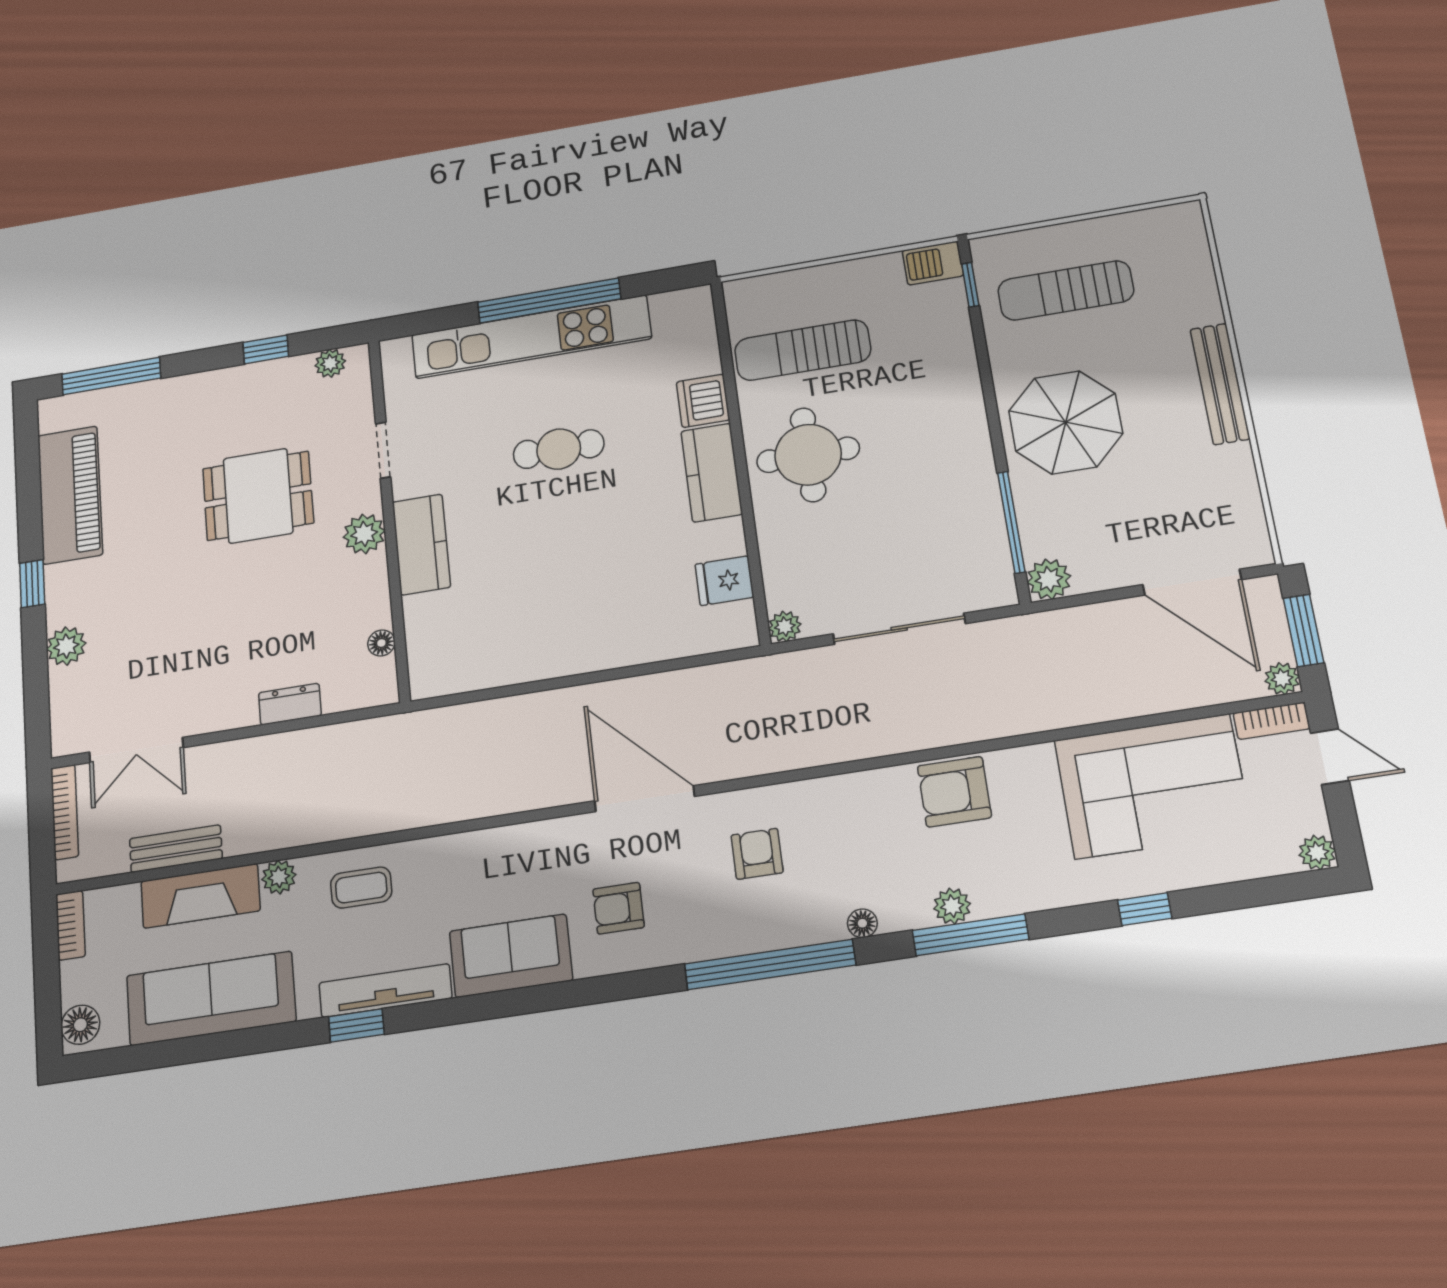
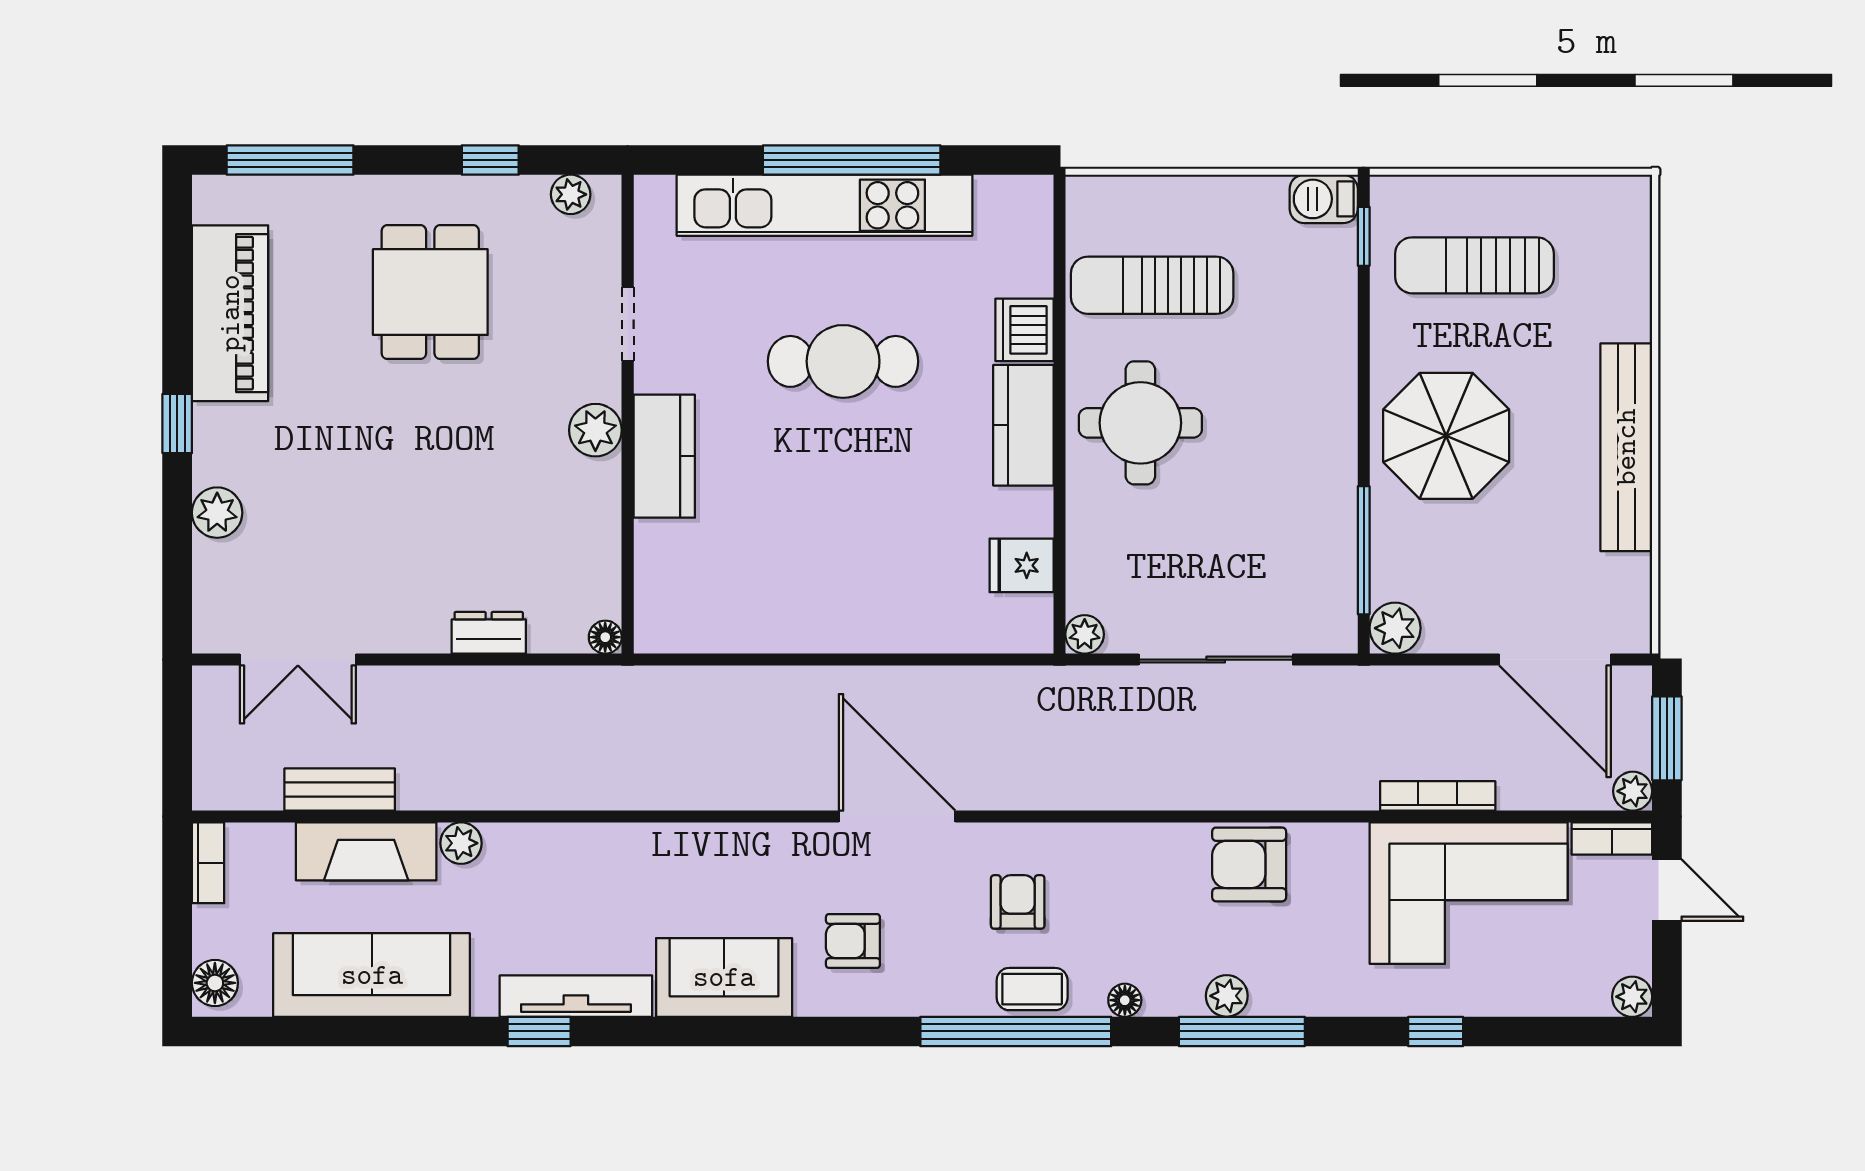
bench: (1220, 384) -> (1626, 447), width x1.37, depth x1.21
cafe table: (559, 449) -> (843, 361), width x1.37, depth x1.35
dining table: (258, 496) -> (430, 292), moved, turned 90
floor lamp: (381, 643) -> (605, 637), moved
bookcase: (65, 812) -> (1438, 796), moved, turned -90
coffee table: (361, 888) -> (1032, 989), moved

